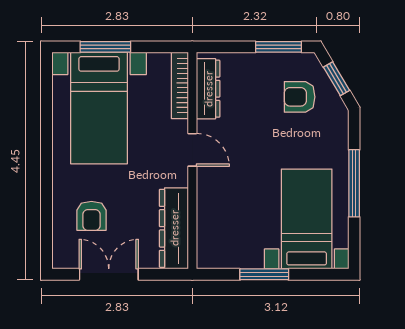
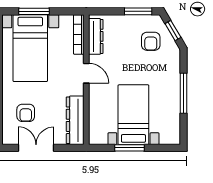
armchair: (300, 97) -> (151, 41), turned -90
bed with nightstands: (307, 219) -> (133, 115), moved

